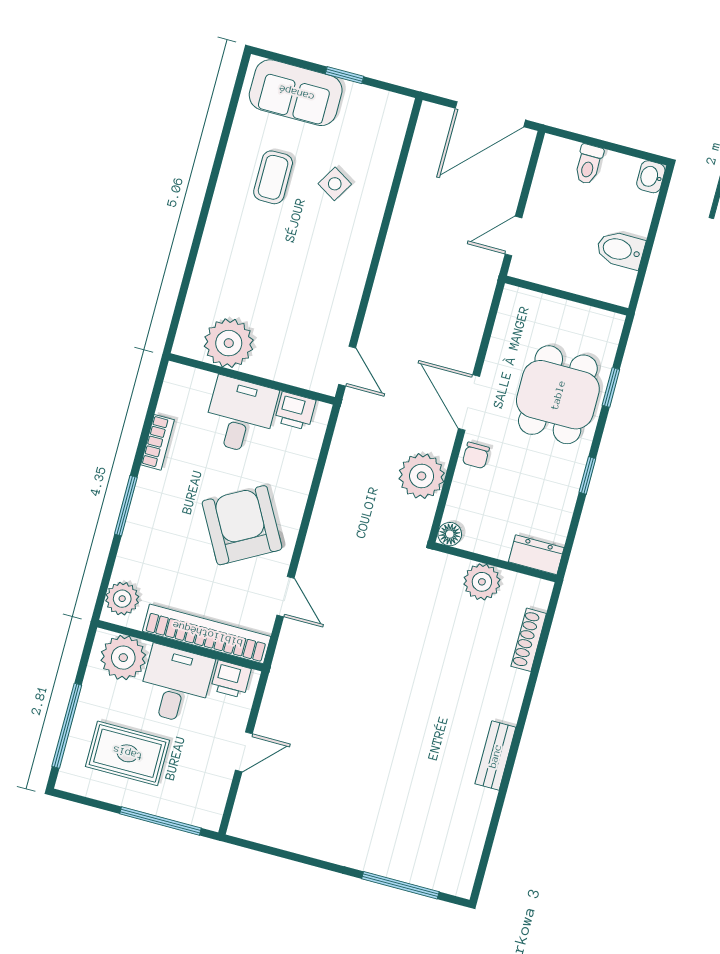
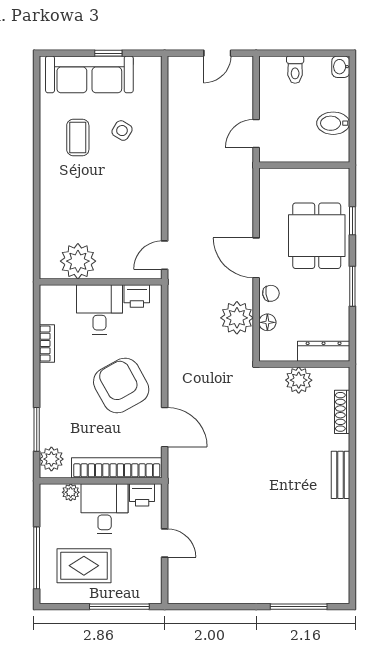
sofa: (296, 93) -> (89, 74), width x1.36
door: (490, 114) -> (217, 53), width x0.53
door: (347, 366) -> (165, 255), swing flipped
chair: (476, 455) -> (271, 293), turned -99
window: (587, 475) -> (352, 286), width x1.50
window: (126, 506) -> (37, 429), moved
floor lamp: (450, 534) -> (267, 322), moved
dresser: (536, 555) -> (324, 351), width x1.44
door: (285, 597) -> (165, 427), width x1.38
plant: (123, 658) -> (71, 492), width x0.53, depth x0.53
door: (244, 752) -> (165, 543), hinge flipped
bench: (495, 756) -> (341, 475), moved

